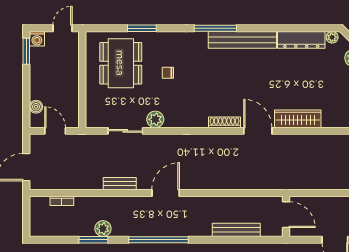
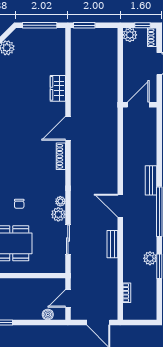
wardrobe: (298, 119) -> (58, 88), width x0.67
plant: (171, 122) -> (60, 201), added
bench: (236, 230) -> (151, 180), moved, width x0.73

